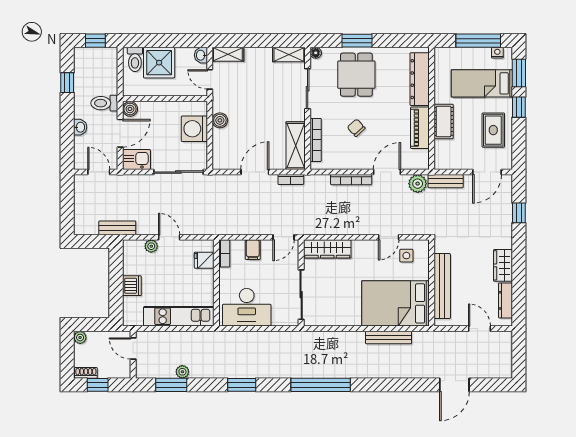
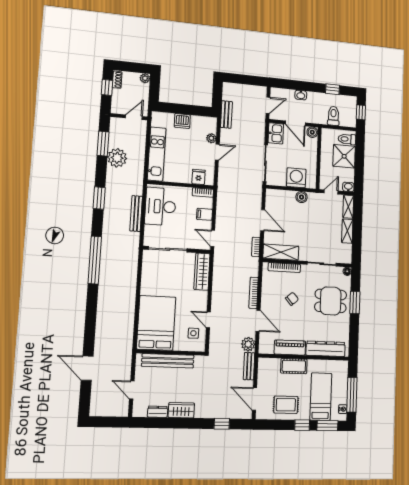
shelving: (289, 55) -> (347, 231), moved
toilet: (104, 103) -> (333, 116), moved
dresser: (505, 300) -> (158, 412), width x0.70
door: (479, 329) -> (132, 390), swing flipped
bench: (388, 337) -> (136, 214), moved
plant: (182, 372) -> (117, 158), width x1.88, depth x1.88

